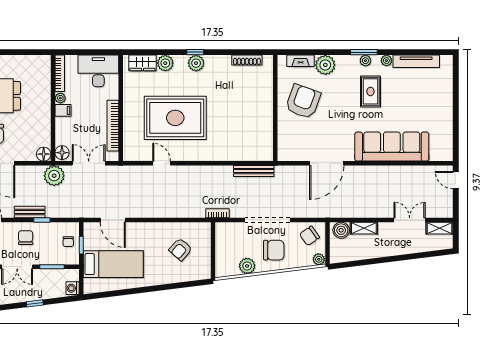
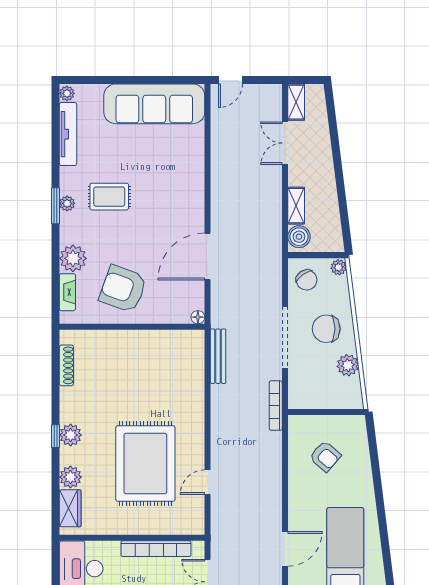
plant: (386, 61) -> (67, 93), moved
sofa: (392, 147) -> (154, 104), moved, turned -90
floor lamp: (282, 156) -> (198, 317), added
door: (327, 163) -> (208, 256), swing flipped
bookcase: (218, 213) -> (276, 406), width x1.56
chair: (274, 250) -> (326, 329), turned -90

